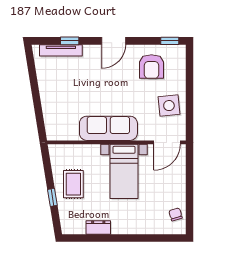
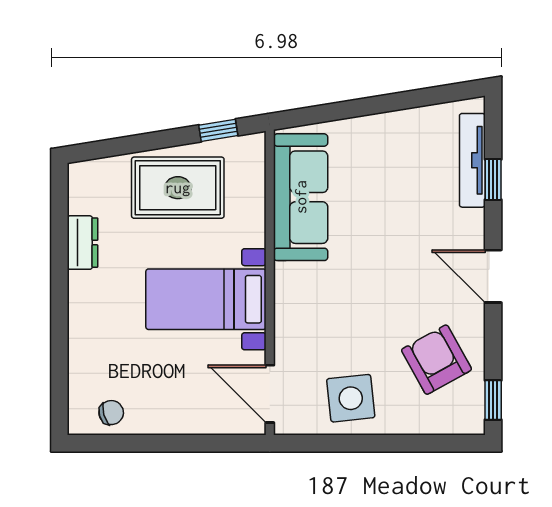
armchair: (151, 67) -> (436, 360), turned 61
sofa: (108, 128) -> (301, 197), moved
rug: (73, 184) -> (178, 188), width x1.36, depth x1.43
window: (52, 197) -> (218, 130), moved

